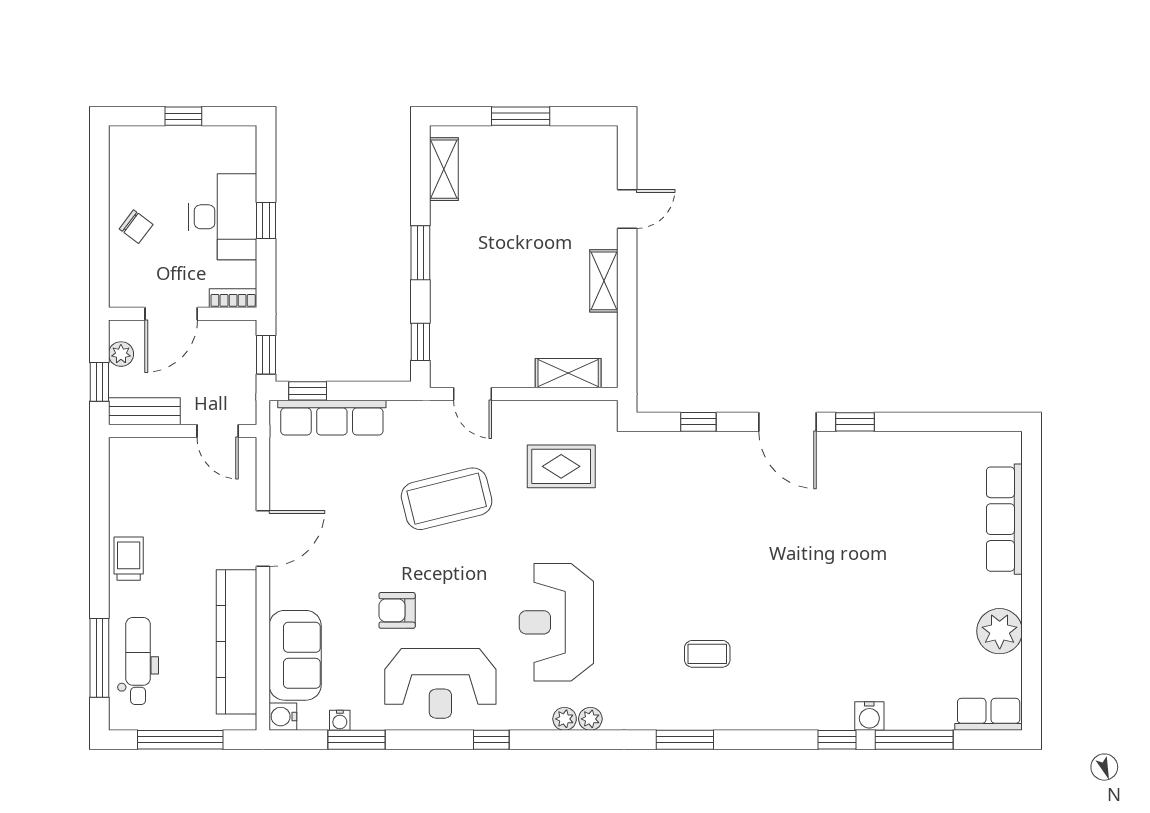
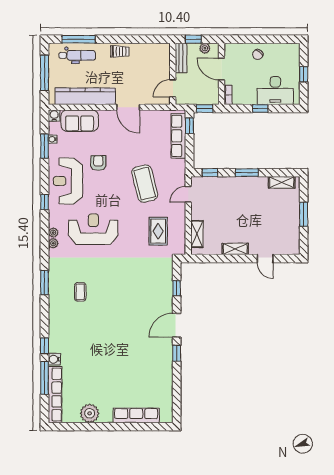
desk: (223, 217) -> (275, 91), moved
row of seats: (989, 714) -> (55, 395), width x2.02

